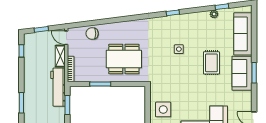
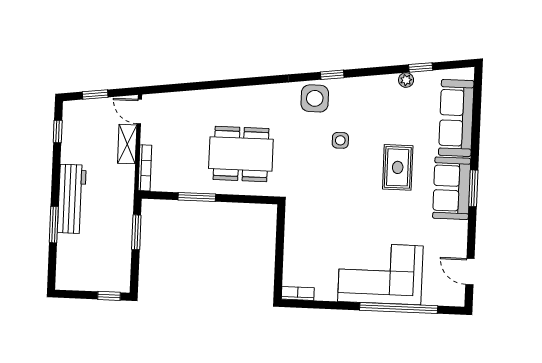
chair: (92, 34) -> (186, 106), removed
workbench: (58, 87) -> (72, 199), moved, turned 180
side table: (163, 109) -> (315, 98), moved

